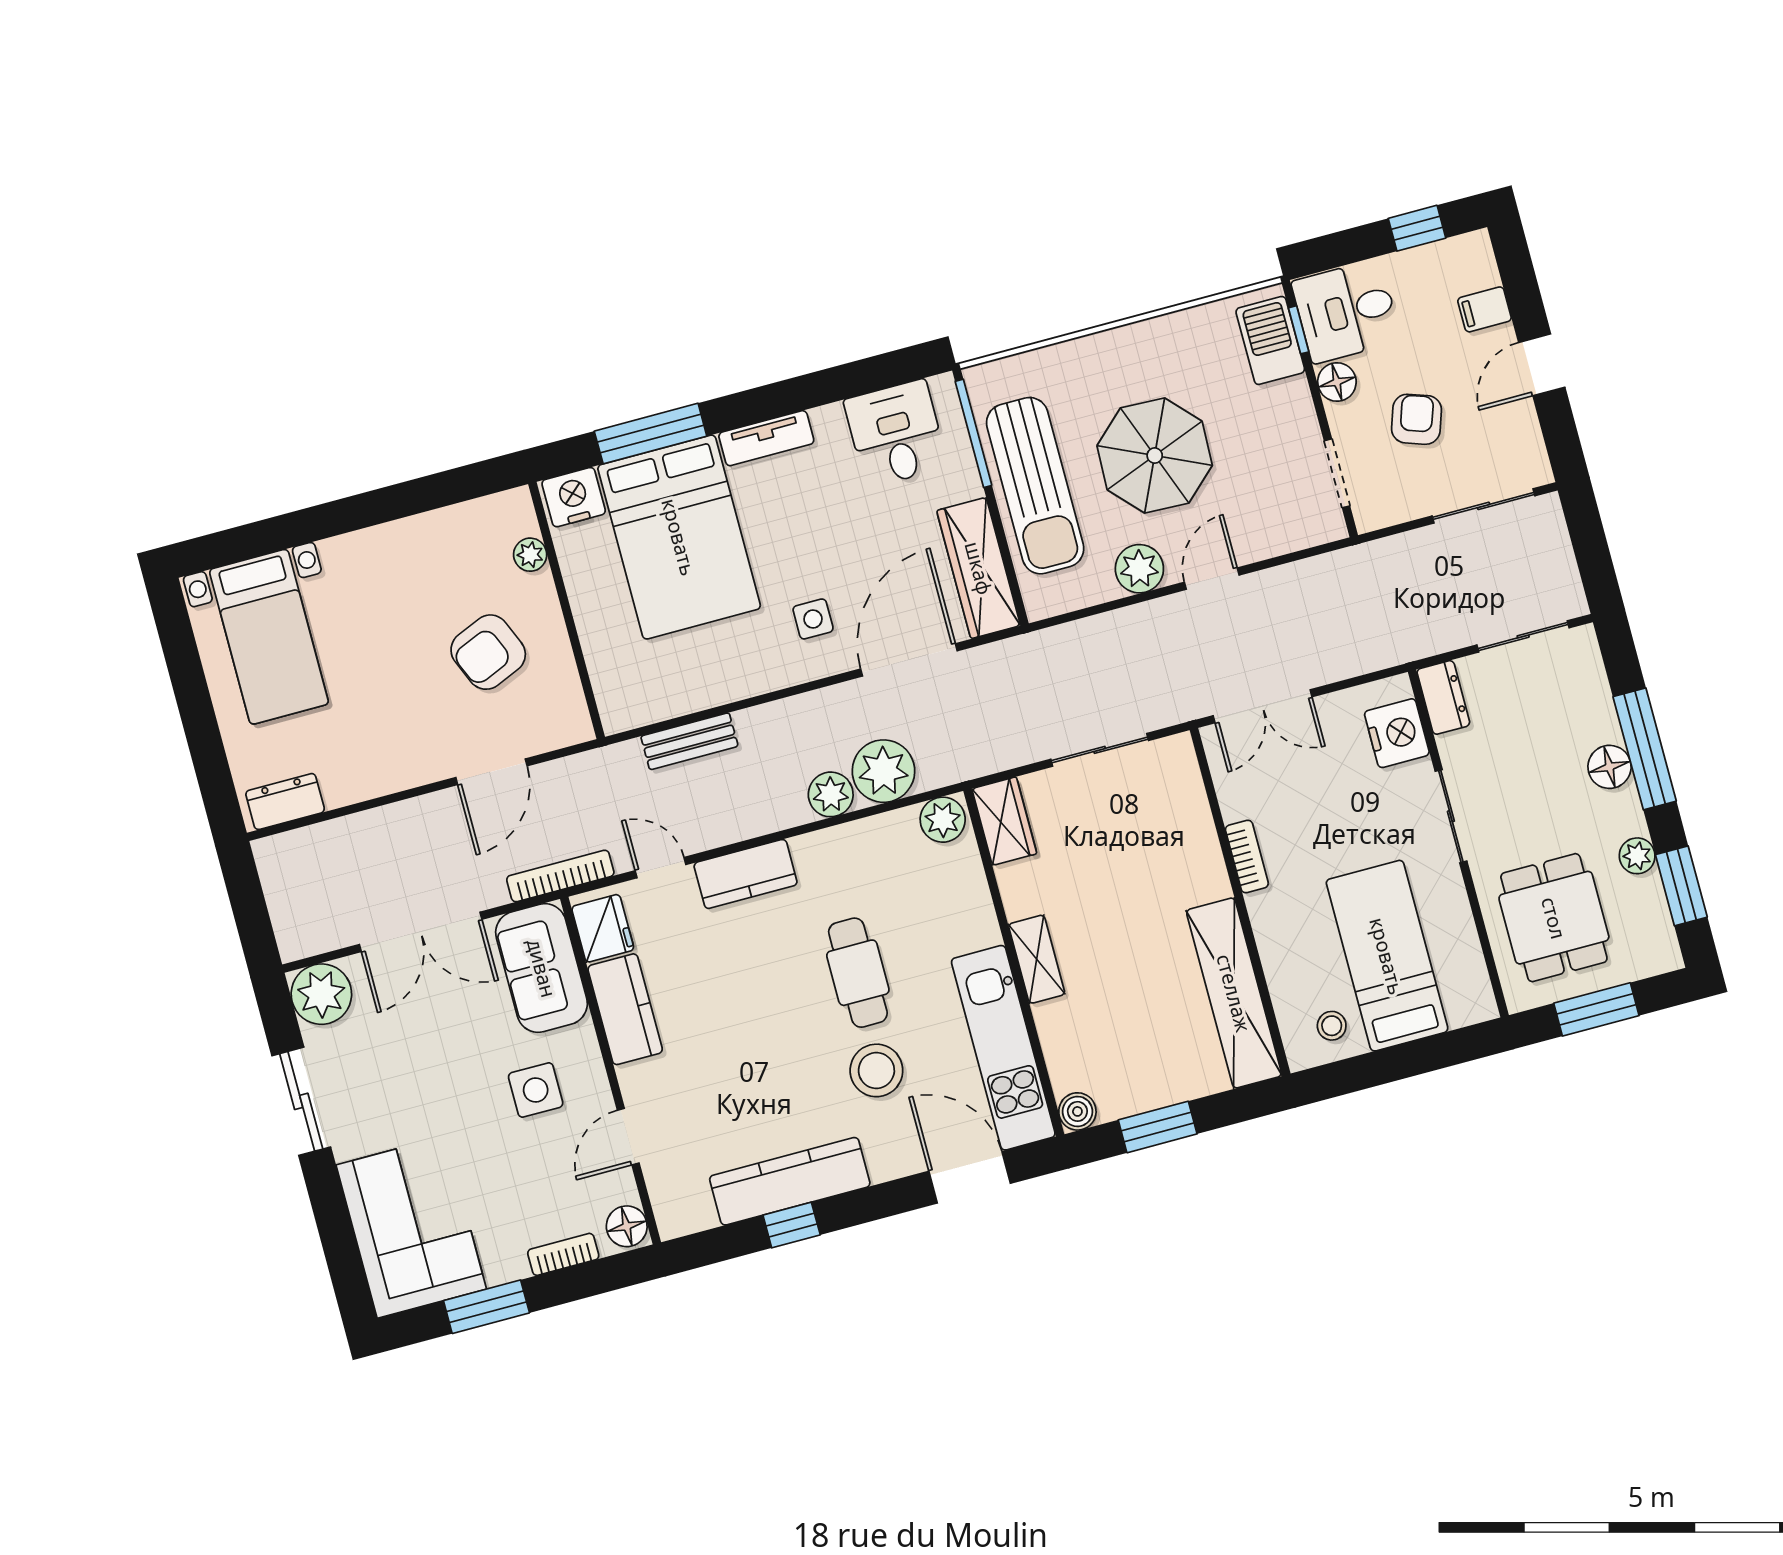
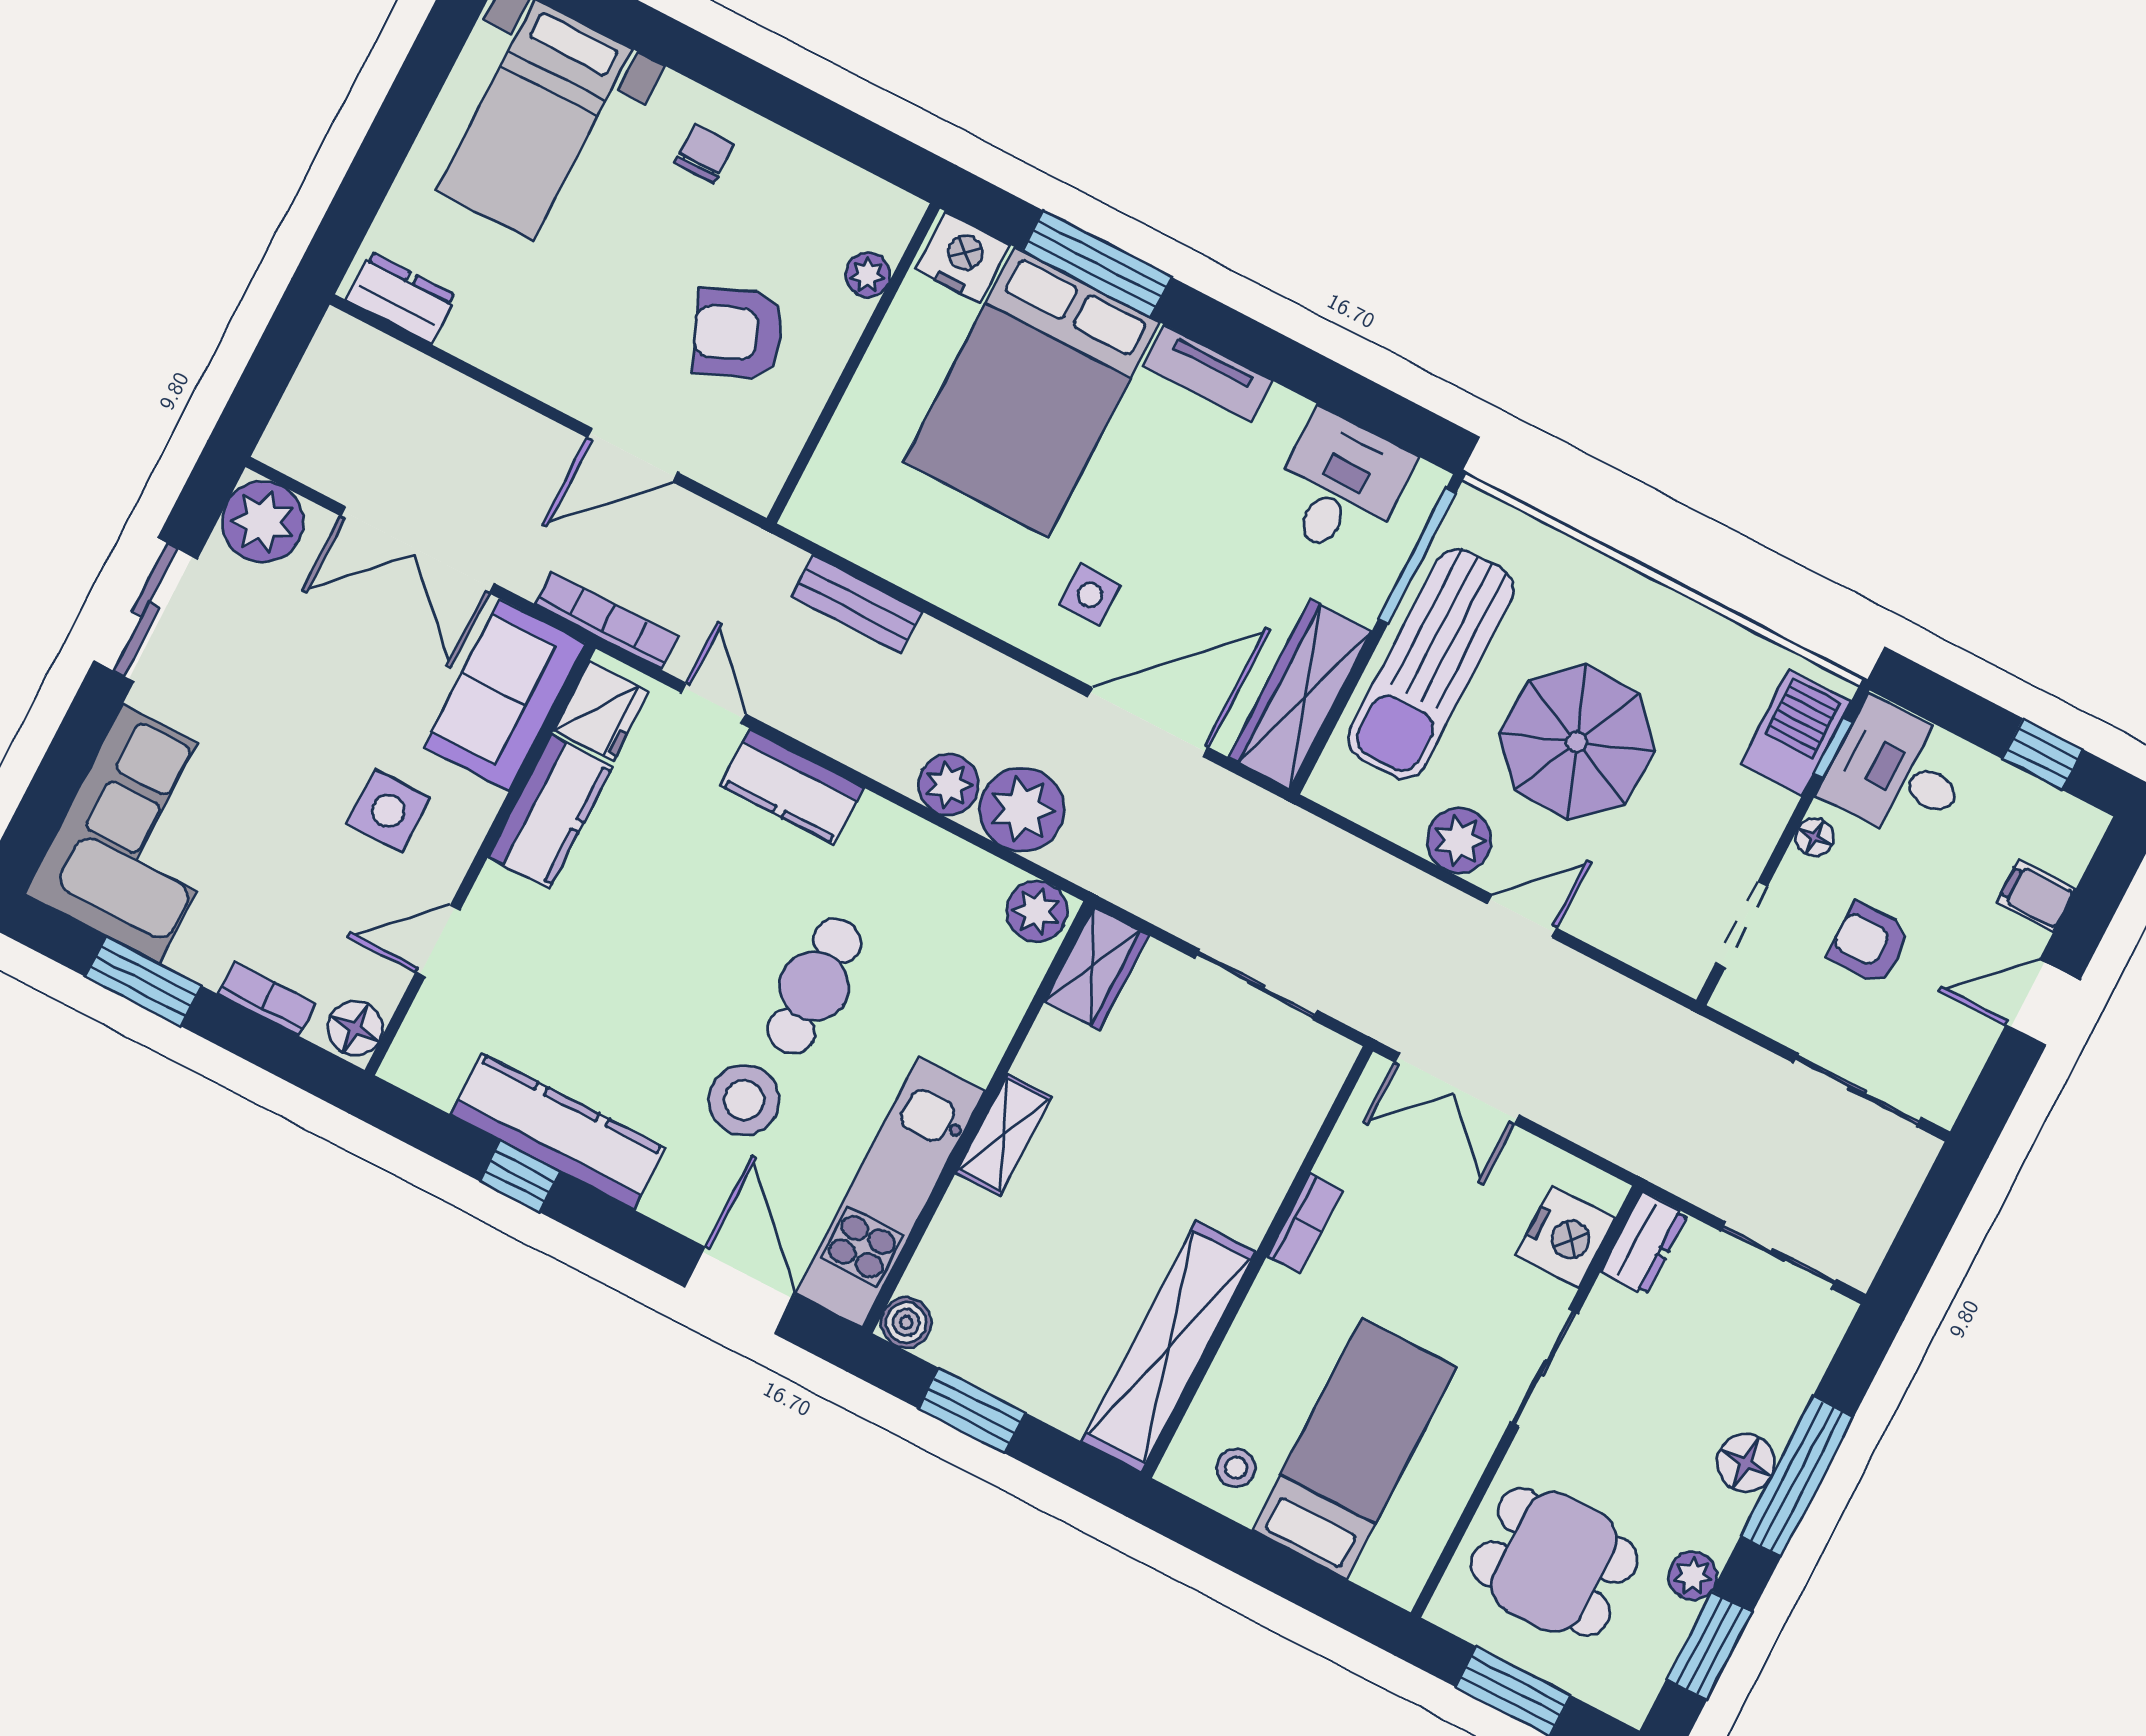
floor lamp: (1337, 382) -> (1815, 837), width x0.73, depth x0.73
armchair: (1416, 419) -> (1869, 943), turned -109
chair: (379, 570) -> (705, 153), added
dining table: (1554, 918) -> (1554, 1562), turned 90

